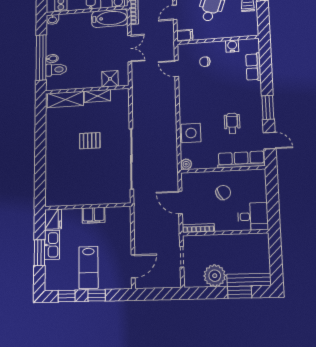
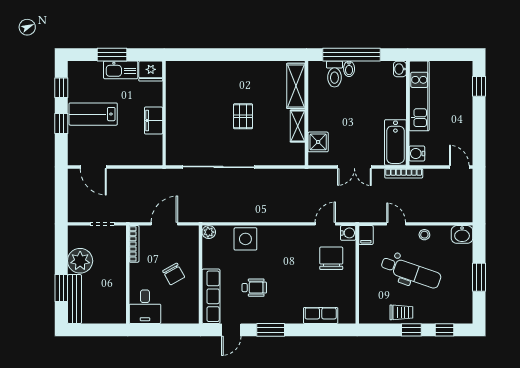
water cooler: (232, 46) -> (348, 233), moved
chair: (205, 62) -> (331, 258), width x1.87, depth x1.87

